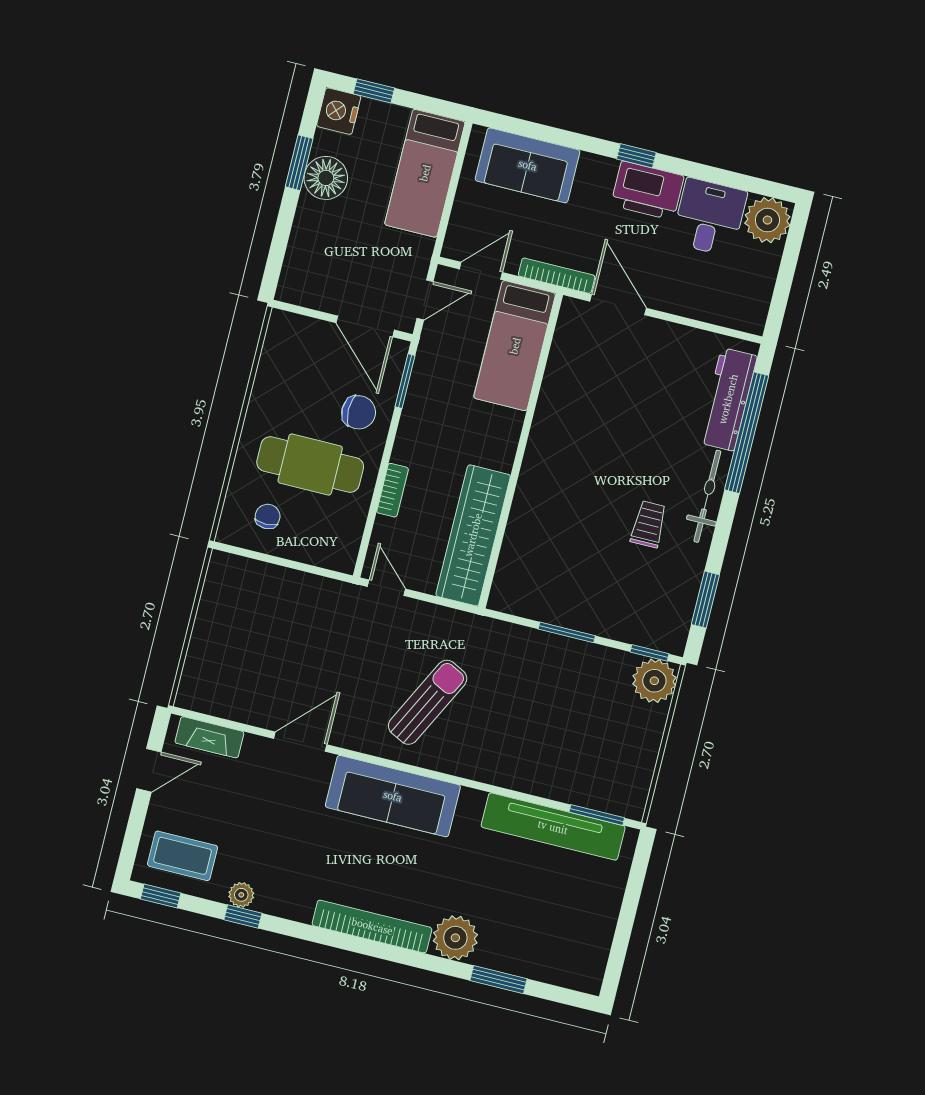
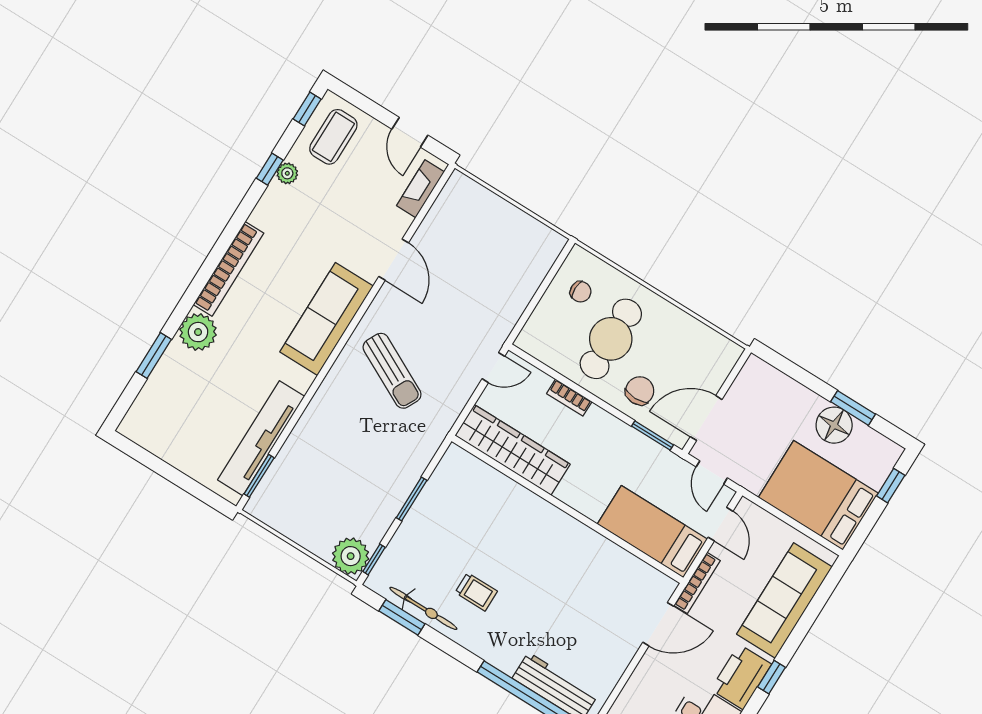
nightstand: (339, 111) -> (884, 453), removed
sofa: (528, 165) -> (784, 600), width x1.36
bed: (425, 173) -> (818, 495), width x1.50
chair: (359, 412) -> (640, 391), turned 180
bicycle: (707, 496) -> (423, 608), moved

